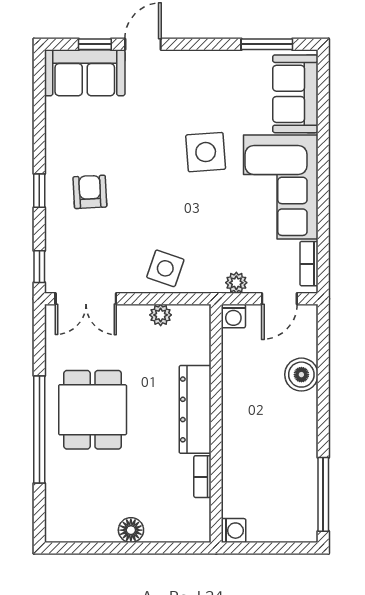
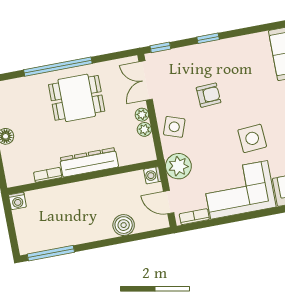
armchair: (90, 192) -> (209, 95), moved
plant: (236, 283) -> (178, 166), width x1.88, depth x1.88
plant: (137, 314) -> (142, 115), added

